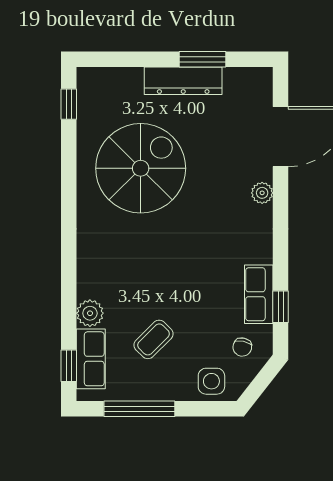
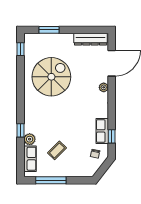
window: (202, 59) -> (49, 30), moved
dresser: (183, 81) -> (91, 39), moved
window: (69, 366) -> (20, 130), moved
side table: (211, 381) -> (82, 168), removed

